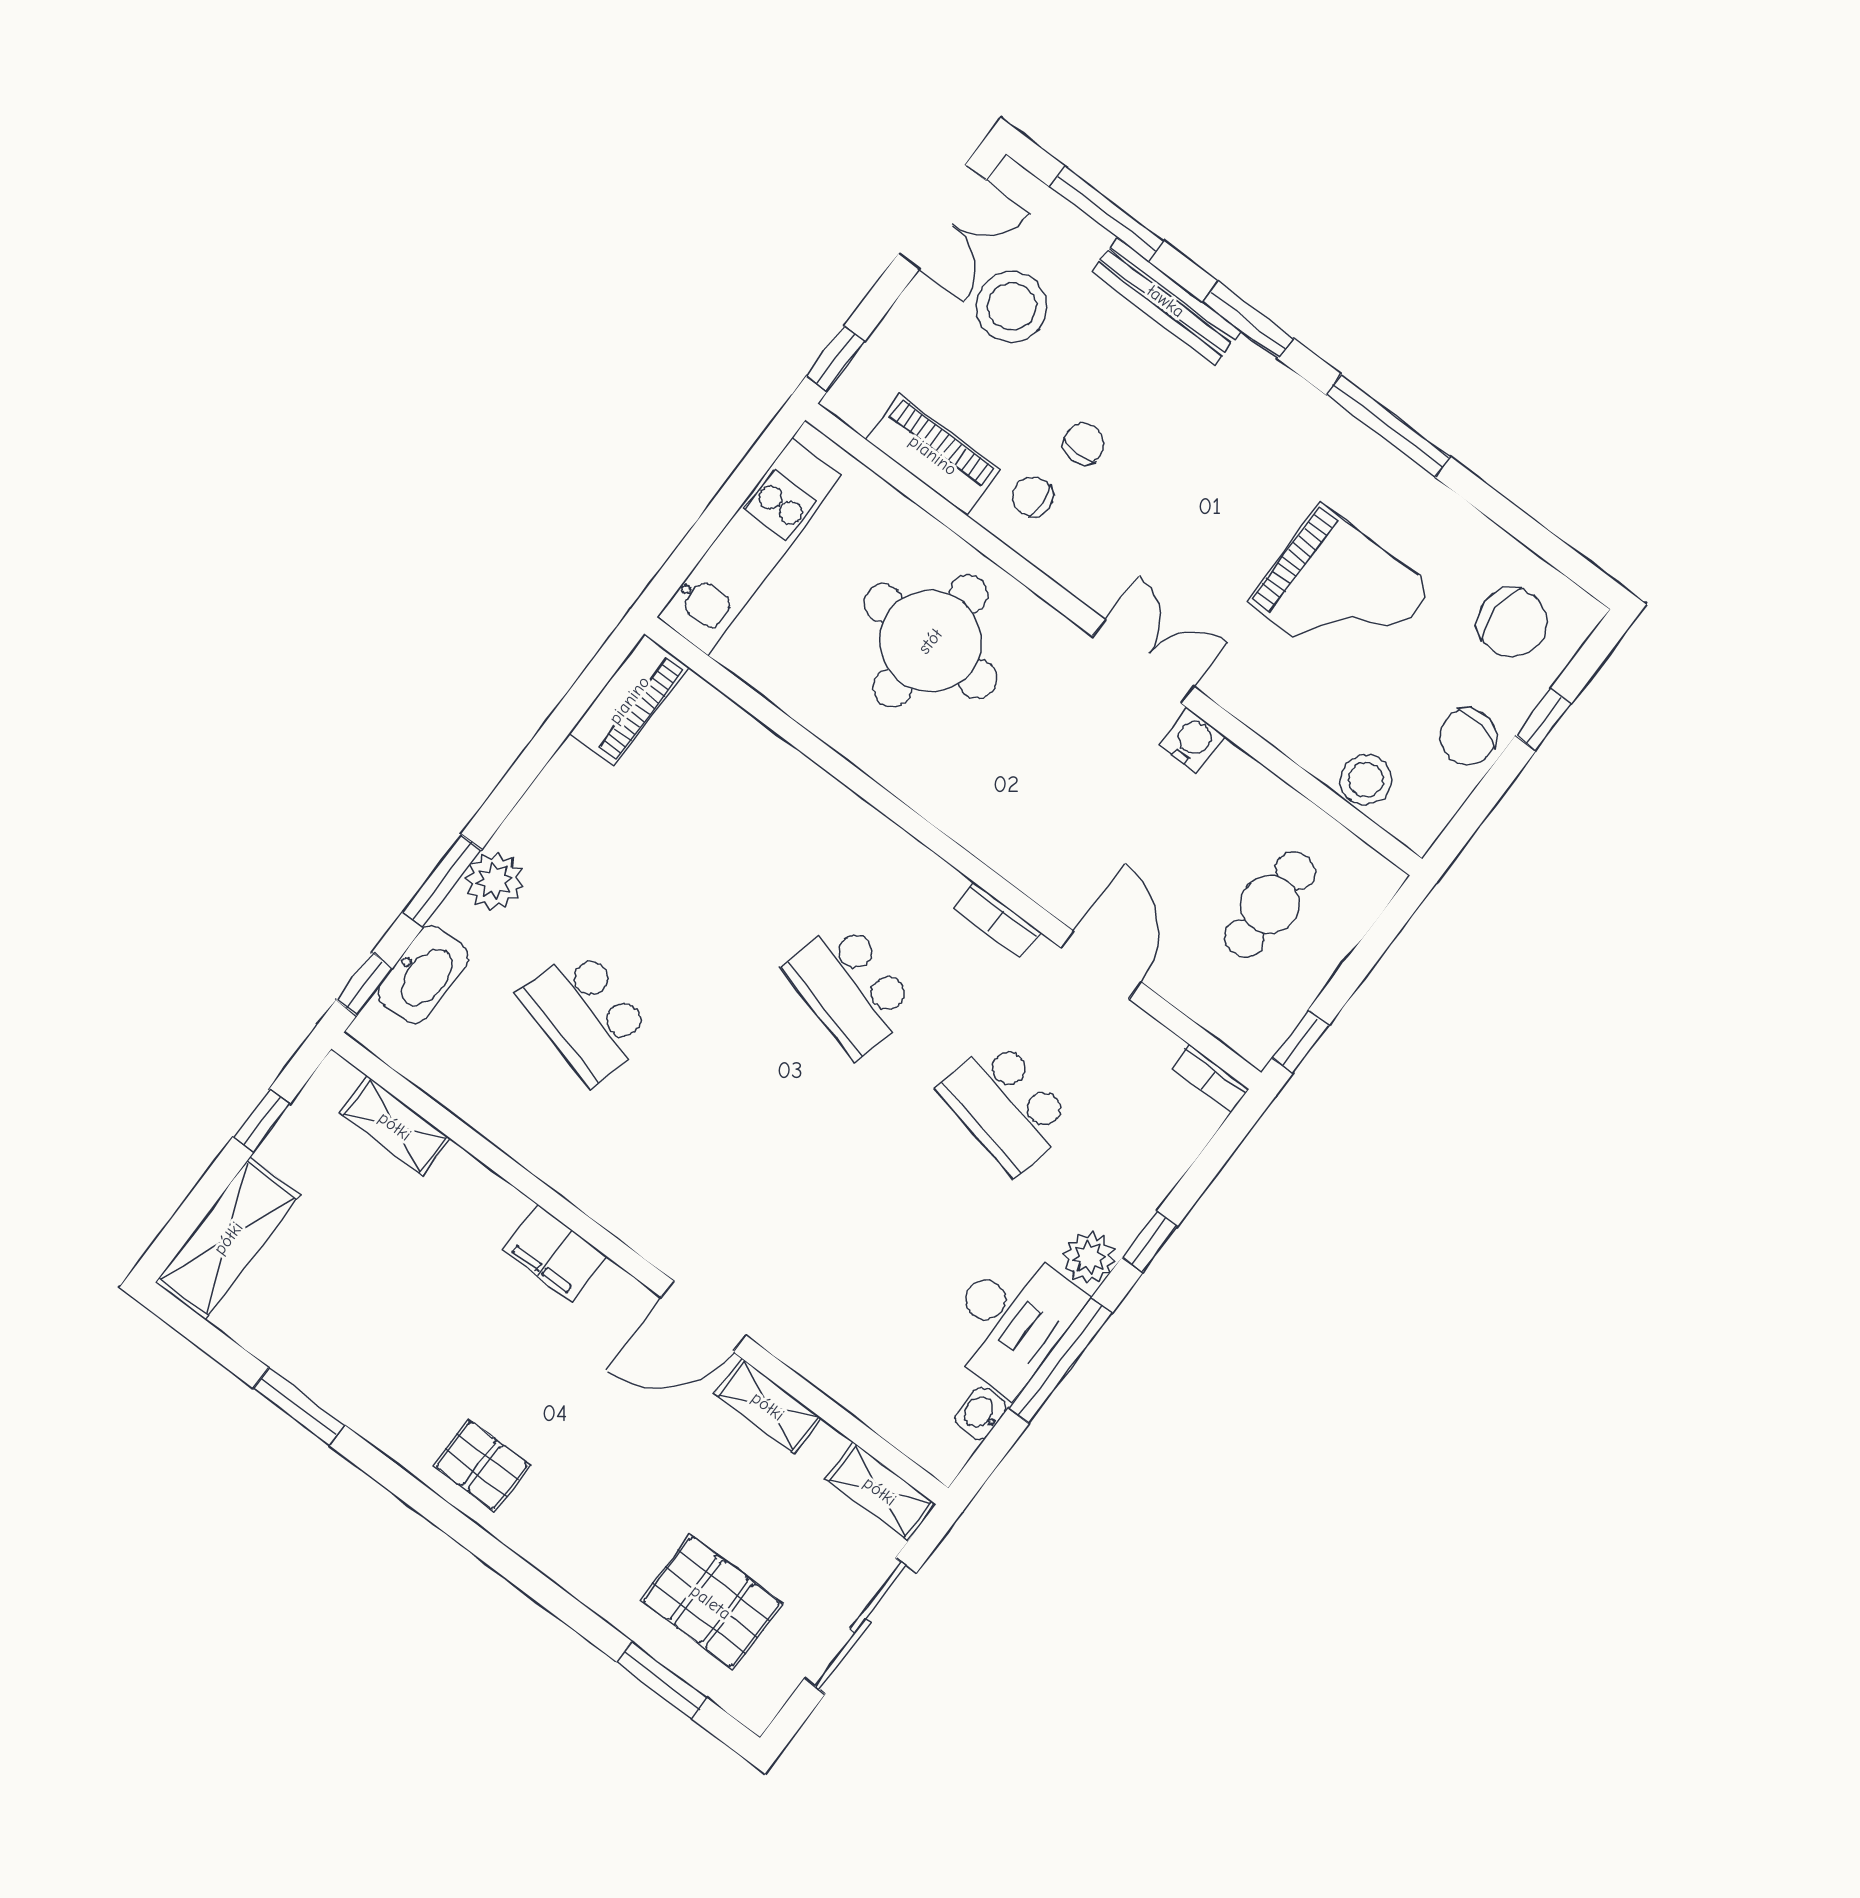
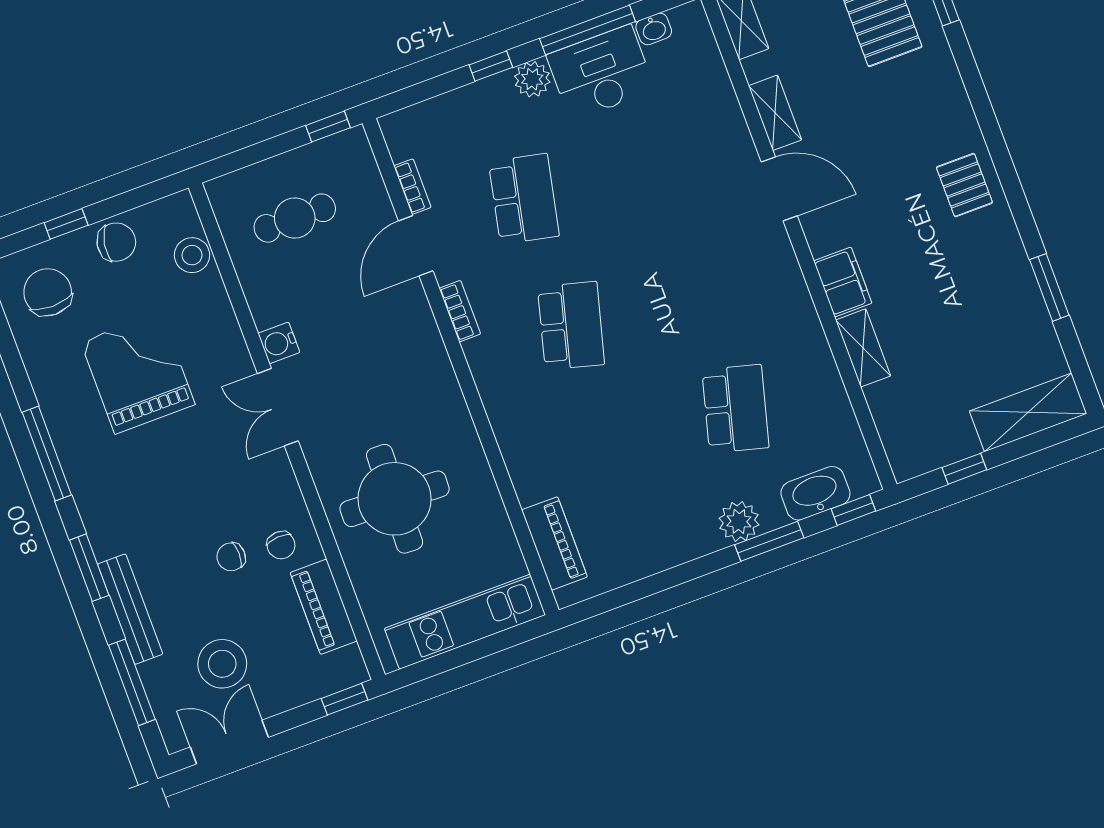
piano: (629, 700) -> (554, 543), moved, turned 90
bookcase: (1210, 1078) -> (412, 187), moved
shelving: (395, 1126) -> (863, 348), moved

